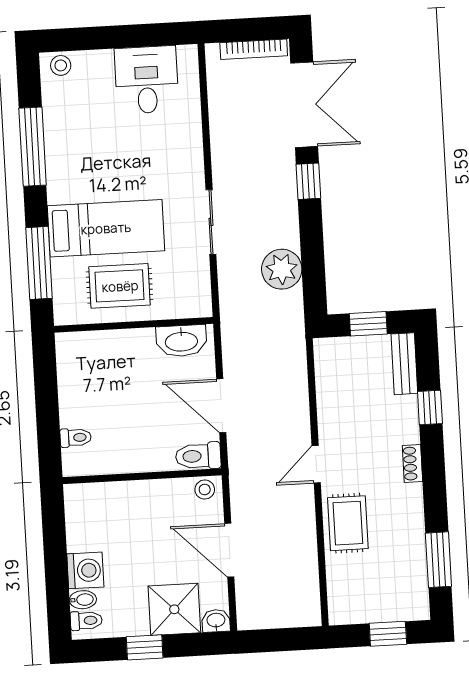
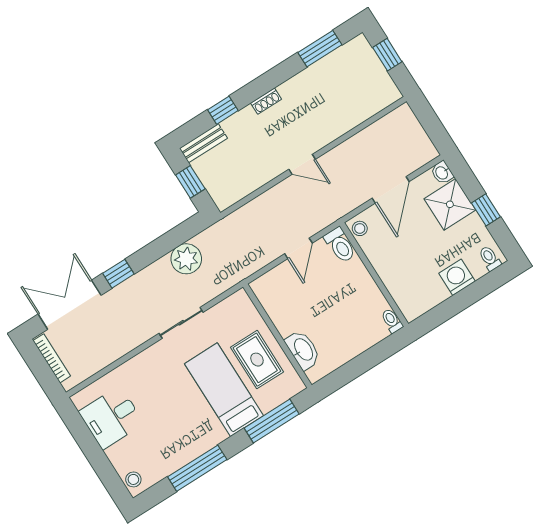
washbasin: (181, 341) -> (303, 350), moved
door: (221, 406) -> (298, 248), width x0.73
toilet: (76, 438) -> (392, 321), moved
rug: (348, 523) -> (329, 122), removed
bidet: (83, 600) -> (477, 268), removed

